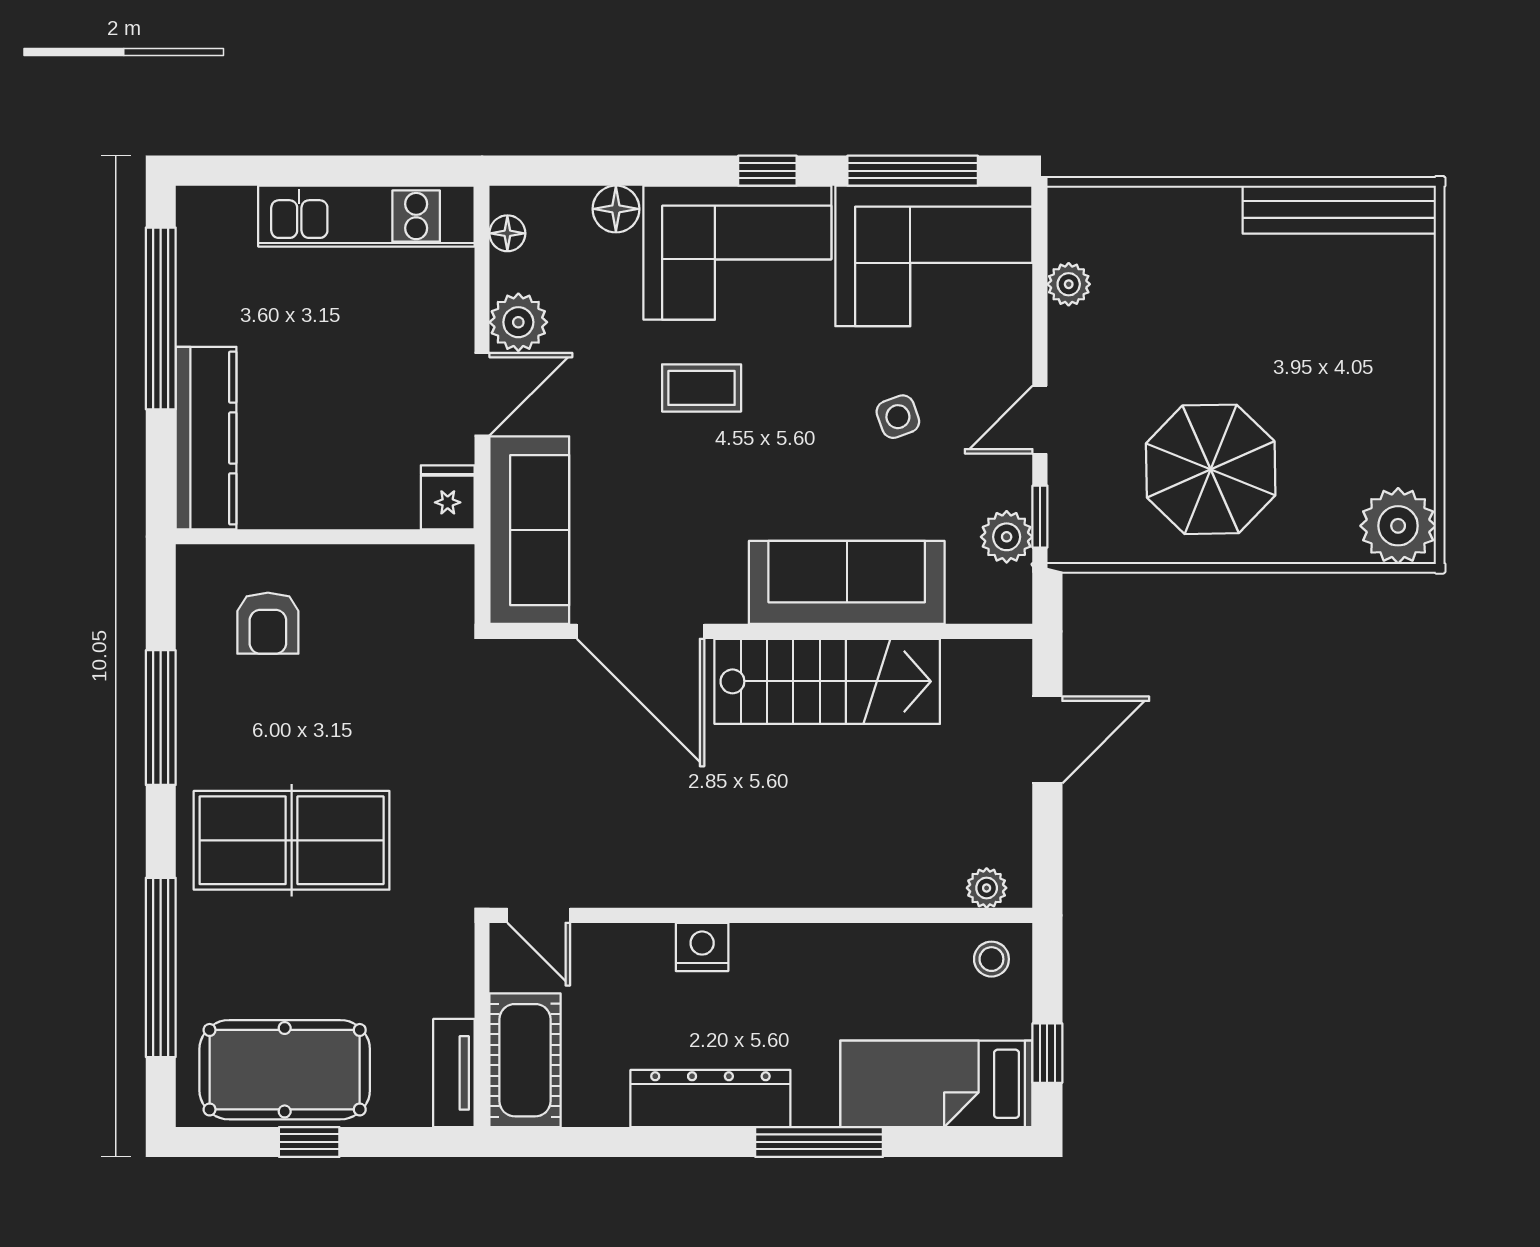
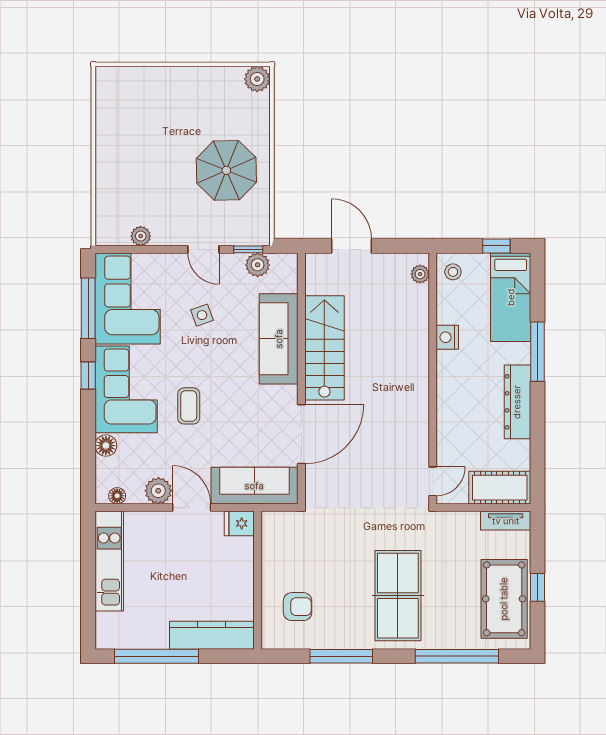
bench: (1339, 210) -> (106, 111), removed
plant: (1398, 526) -> (257, 79), width x0.73, depth x0.73
nightstand: (702, 947) -> (447, 337), moved

